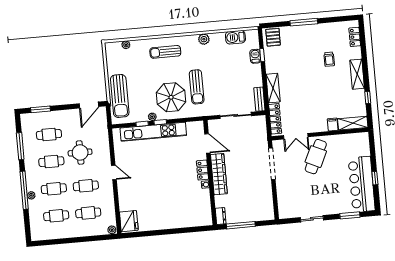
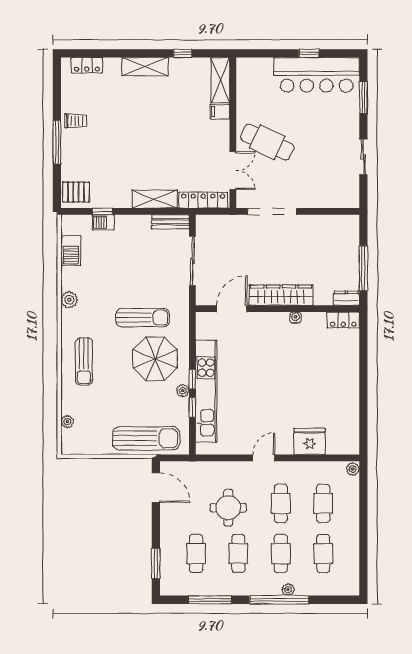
trolley: (329, 59) -> (76, 121), moved
locker: (202, 170) -> (343, 320), moved
fridge: (129, 221) -> (310, 441), moved

